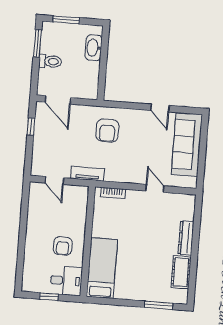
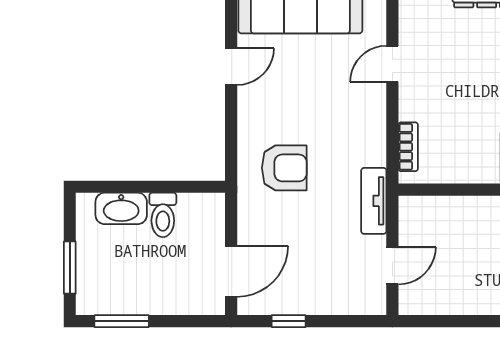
toilet: (50, 61) -> (163, 215), moved, turned 180

